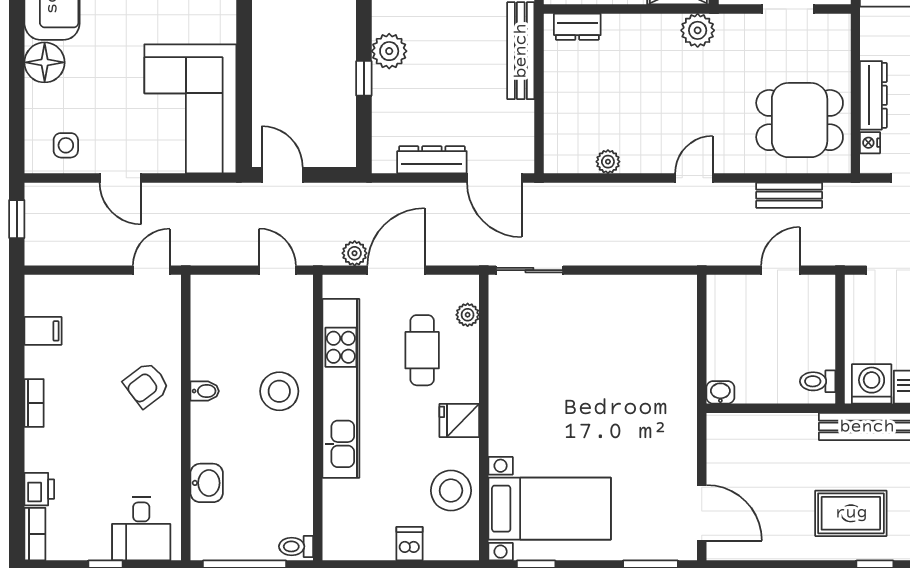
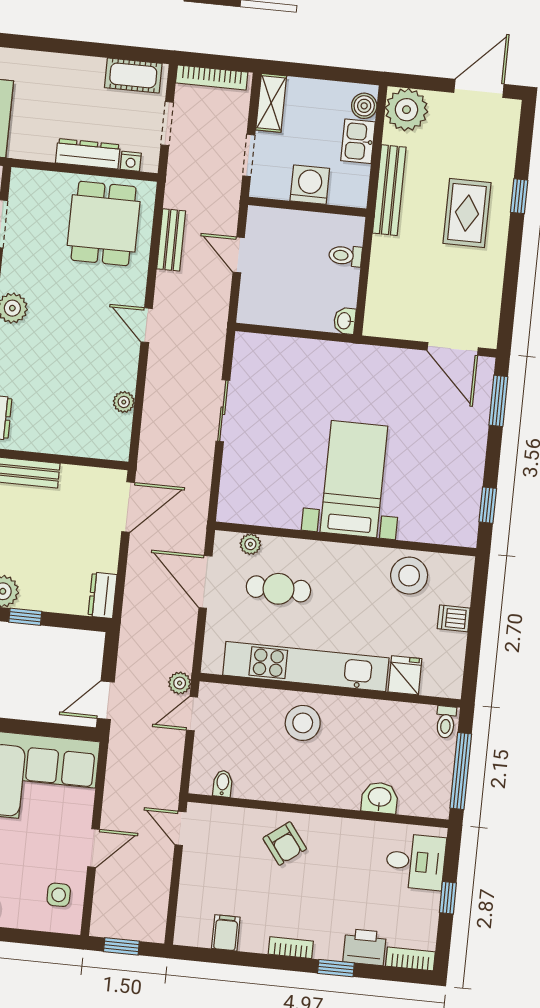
dresser: (432, 160) -> (102, 595), moved, width x0.70
plant: (355, 253) -> (180, 683), moved
door: (396, 270) -> (205, 582), moved
sliding door: (529, 270) -> (223, 411), moved
toilet: (818, 381) -> (345, 256), moved, turned 90
washing machine: (872, 384) -> (310, 185), moved, turned 90
bidet: (205, 391) -> (223, 784), moved
fridge: (459, 421) -> (405, 675), moved, turned 180
window: (17, 454) -> (336, 968), added
printer: (39, 489) -> (365, 947), width x1.36, depth x1.24
bed with nightstands: (550, 509) -> (354, 479), moved
door: (702, 513) -> (453, 349), swing flipped

